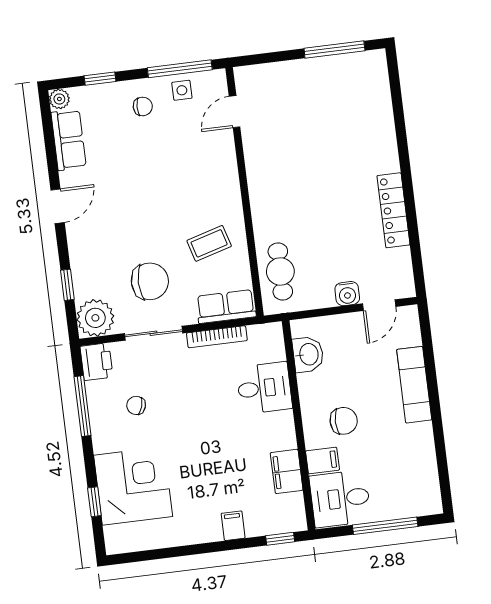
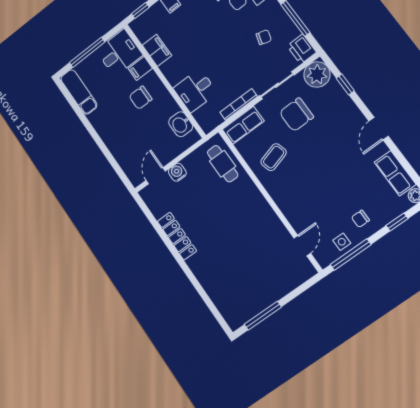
exam couch: (414, 385) -> (79, 92), moved

